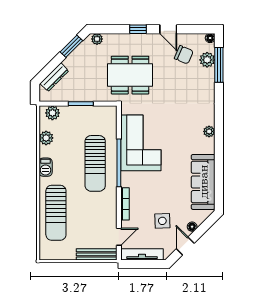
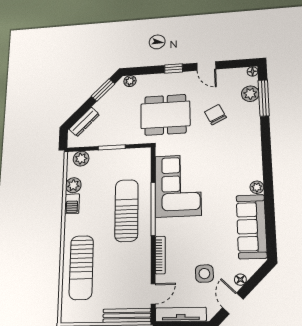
chair: (184, 55) -> (215, 115), moved, turned -139
plant: (209, 131) -> (257, 187), moved
sun lounger: (95, 163) -> (126, 210), turned 180
barbecue: (46, 167) -> (72, 204), moved

